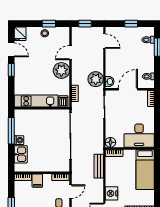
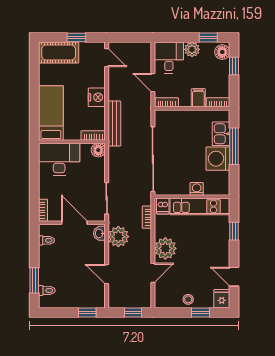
window: (49, 24) -> (201, 313), moved
window: (131, 24) -> (87, 313), moved
door: (104, 41) -> (107, 274), moved
window: (11, 70) -> (234, 231), moved
door: (128, 89) -> (74, 223), swing flipped
washing machine: (39, 114) -> (197, 189), added
window: (11, 131) -> (234, 146), moved
washing machine: (19, 140) -> (218, 159), width x1.89, depth x1.89
bench: (99, 166) -> (114, 124), width x1.36
door: (70, 192) -> (153, 83), hinge flipped
nightstand: (112, 193) -> (97, 97), moved

